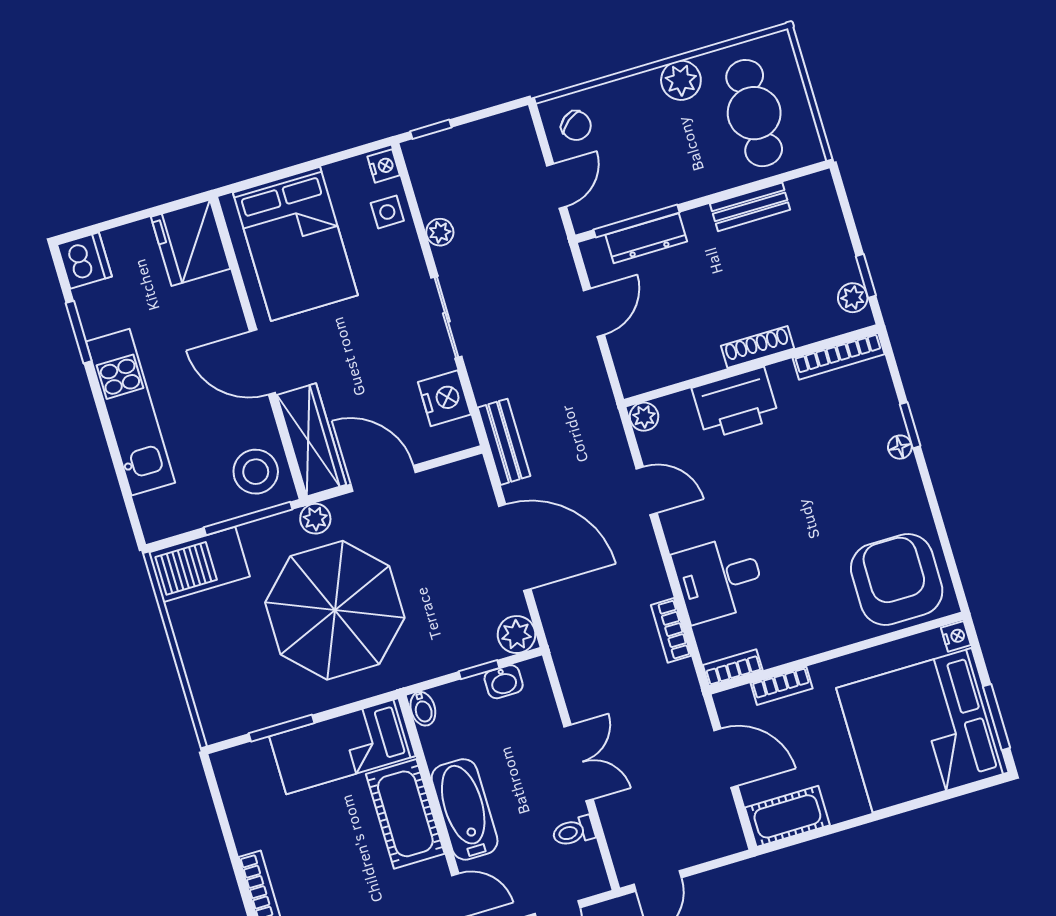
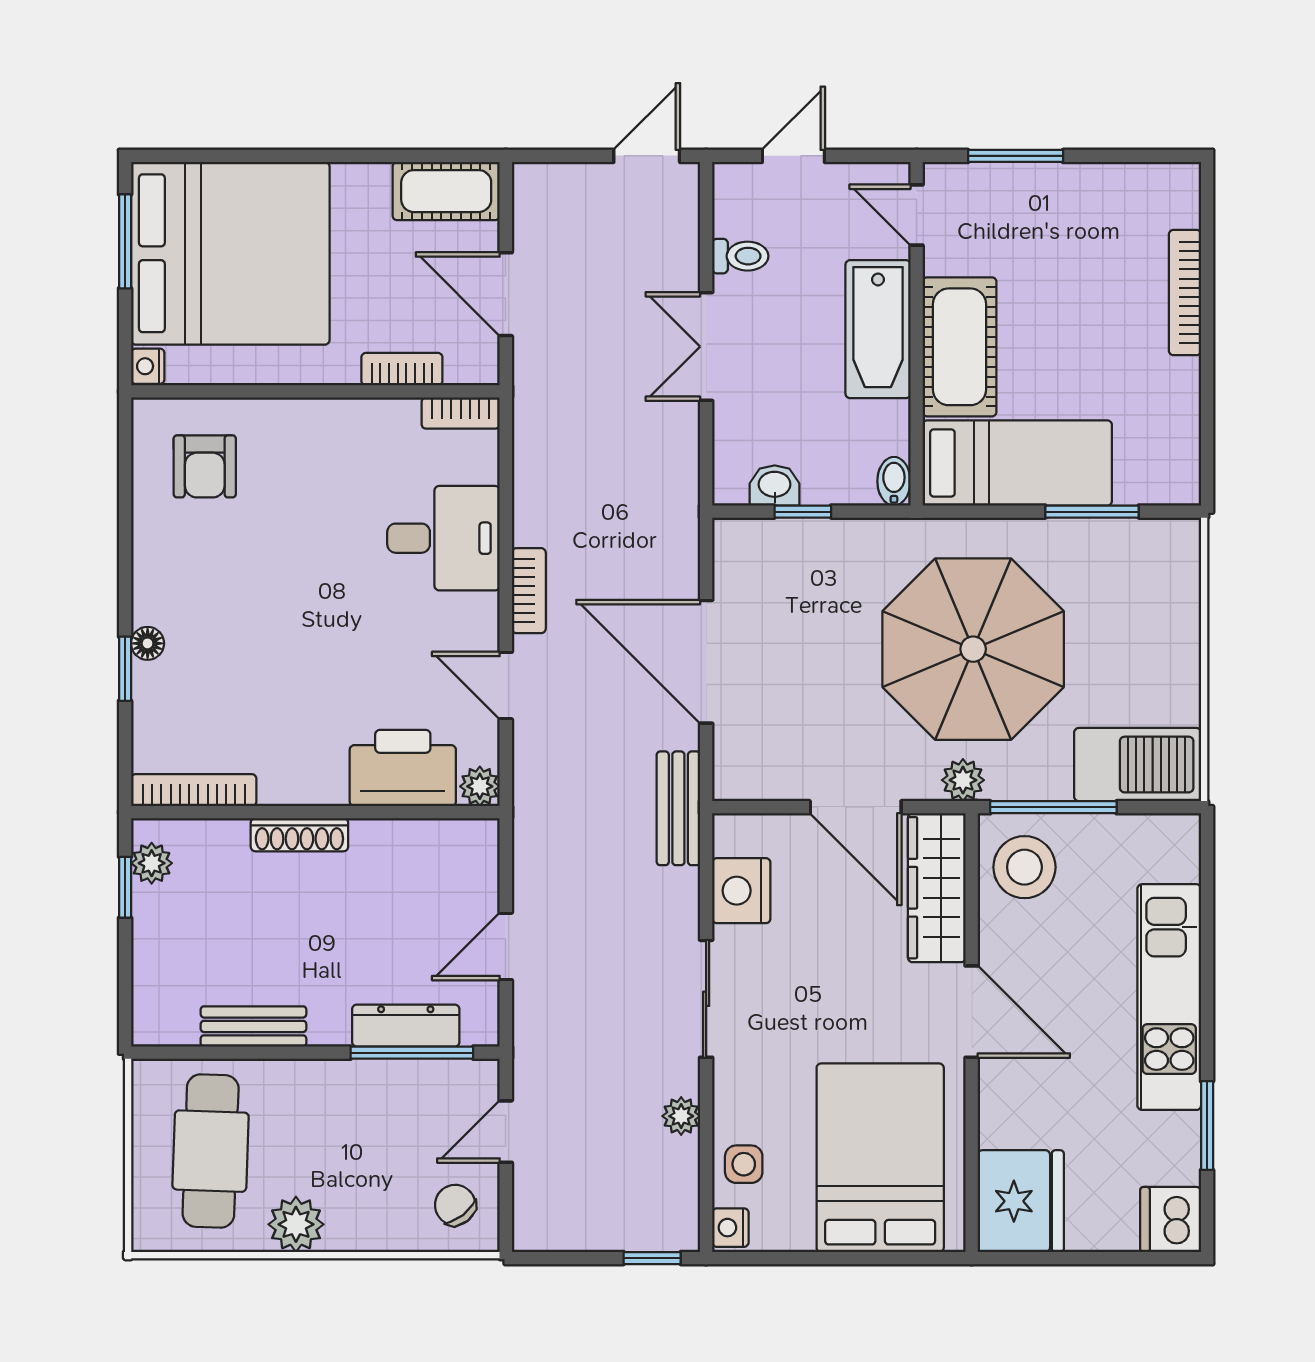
printer: (735, 403) -> (403, 768), moved
armchair: (897, 579) -> (205, 466), width x0.53, depth x0.53
bookcase: (671, 630) -> (529, 591), moved
plant: (516, 635) -> (738, 544), removed

